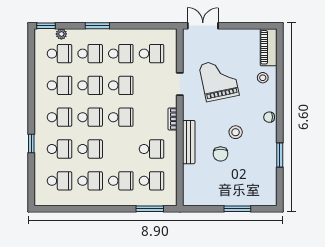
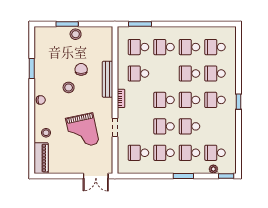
school desk: (59, 85) -> (215, 126), removed
window: (31, 143) -> (238, 102), moved
stool: (227, 196) -> (76, 34), added

